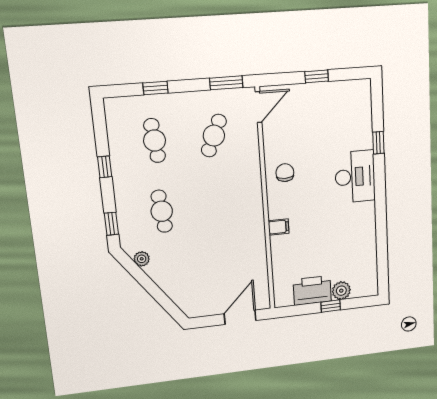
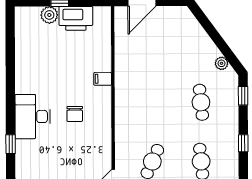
chair: (285, 173) -> (75, 114), moved

